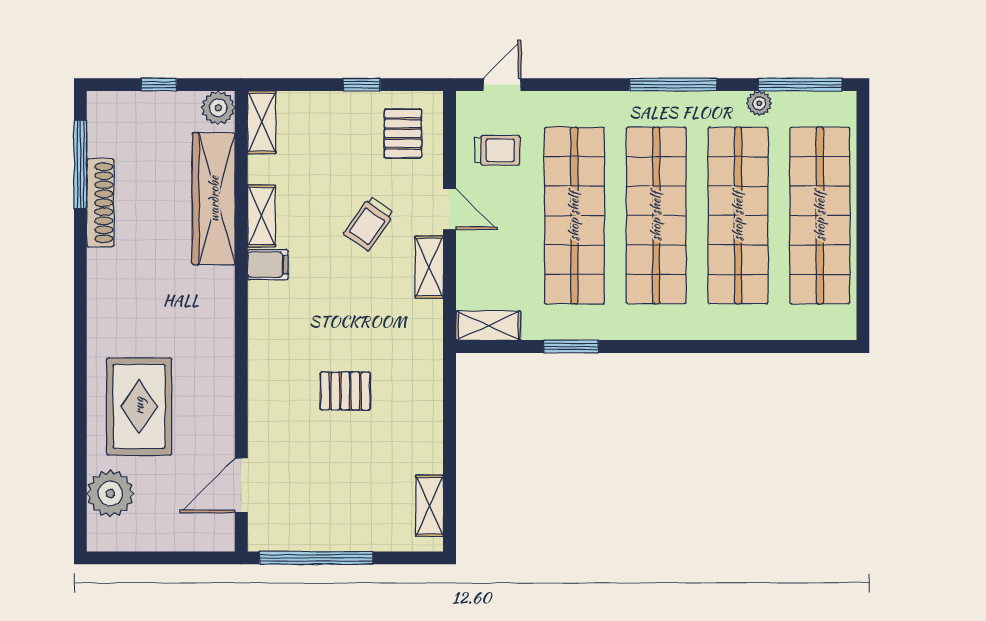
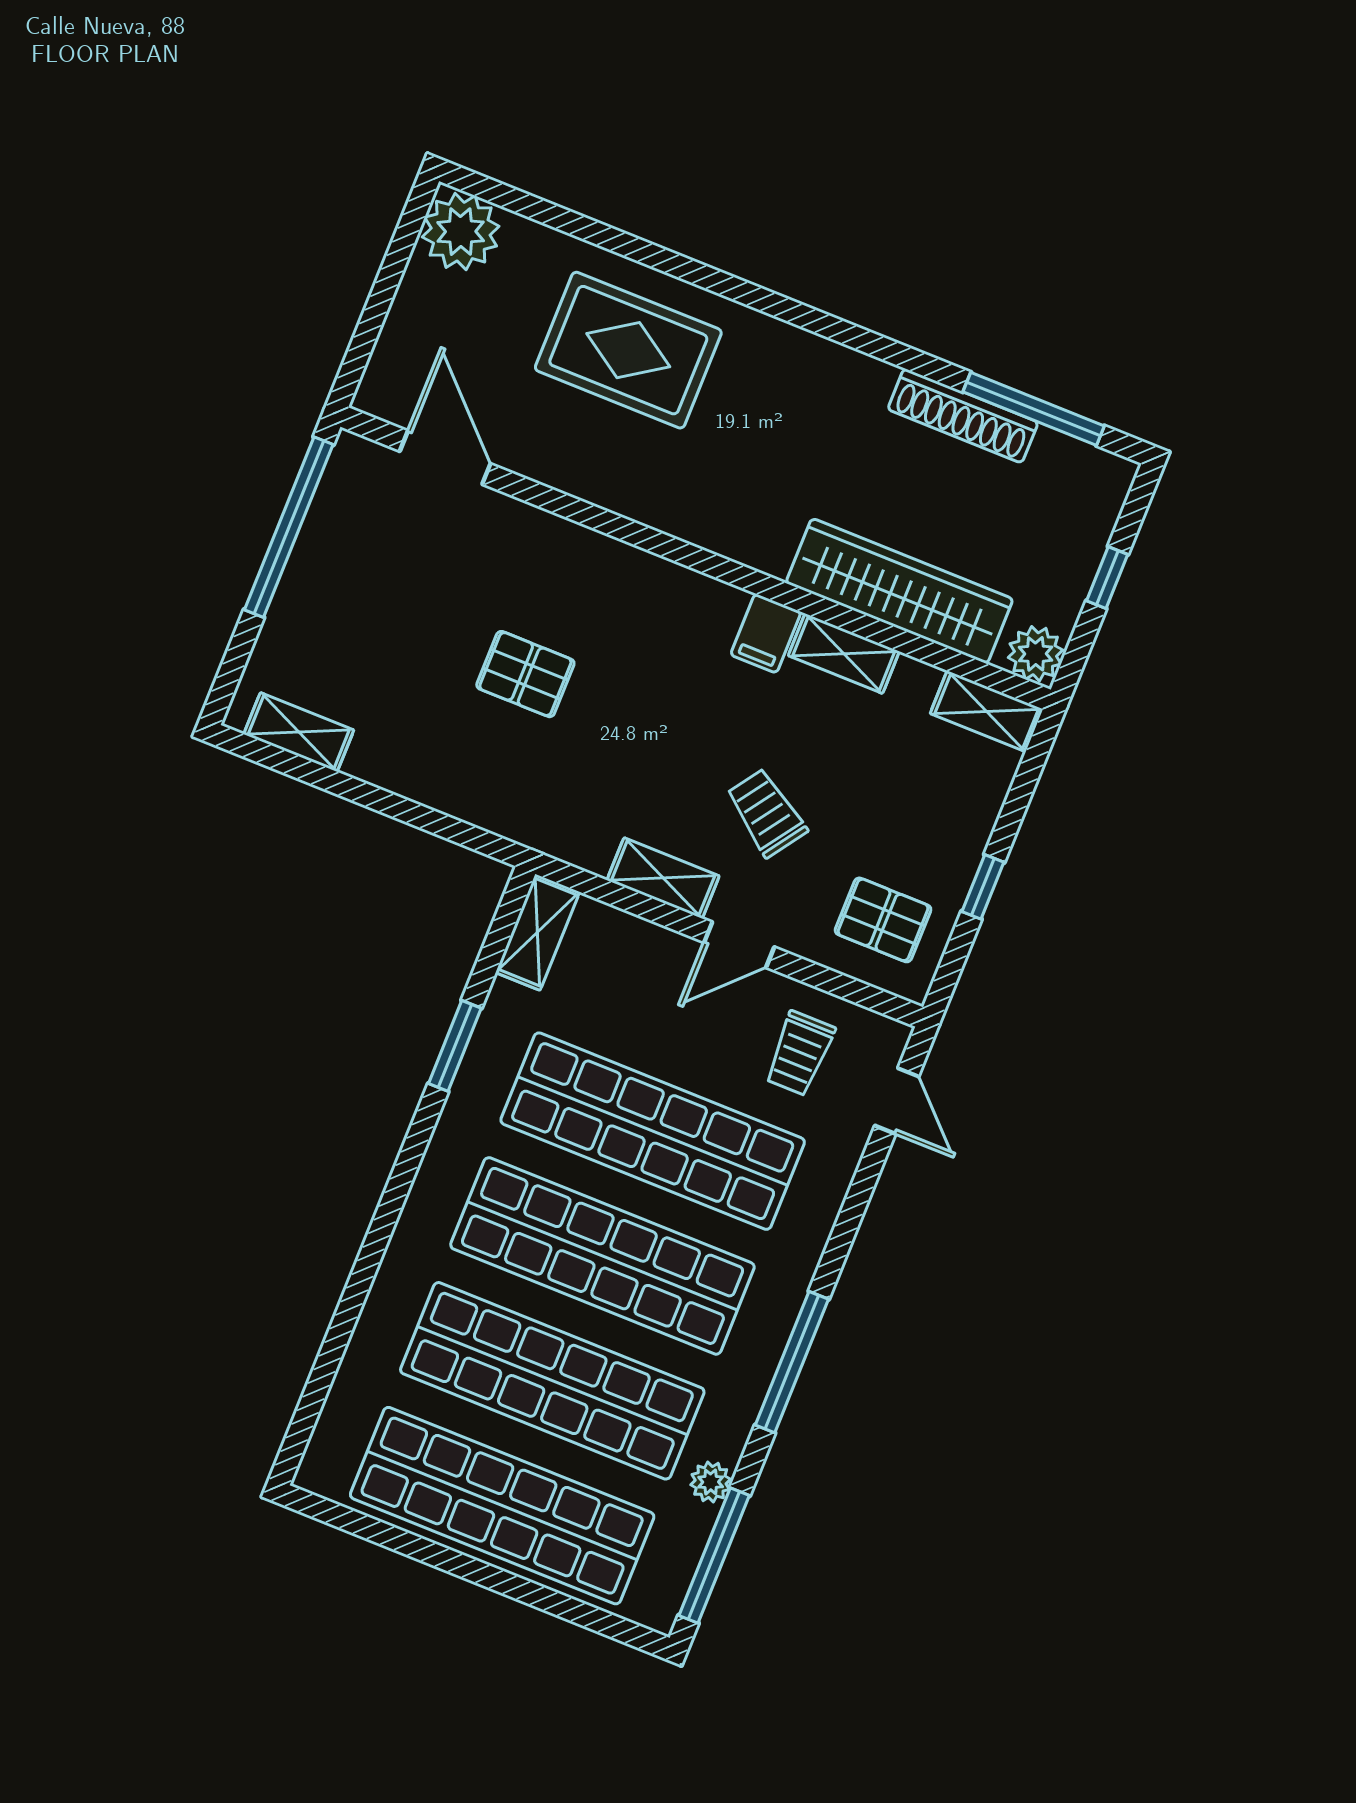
pallet: (345, 391) -> (525, 674), turned 90
plant: (110, 493) -> (461, 232), moved

